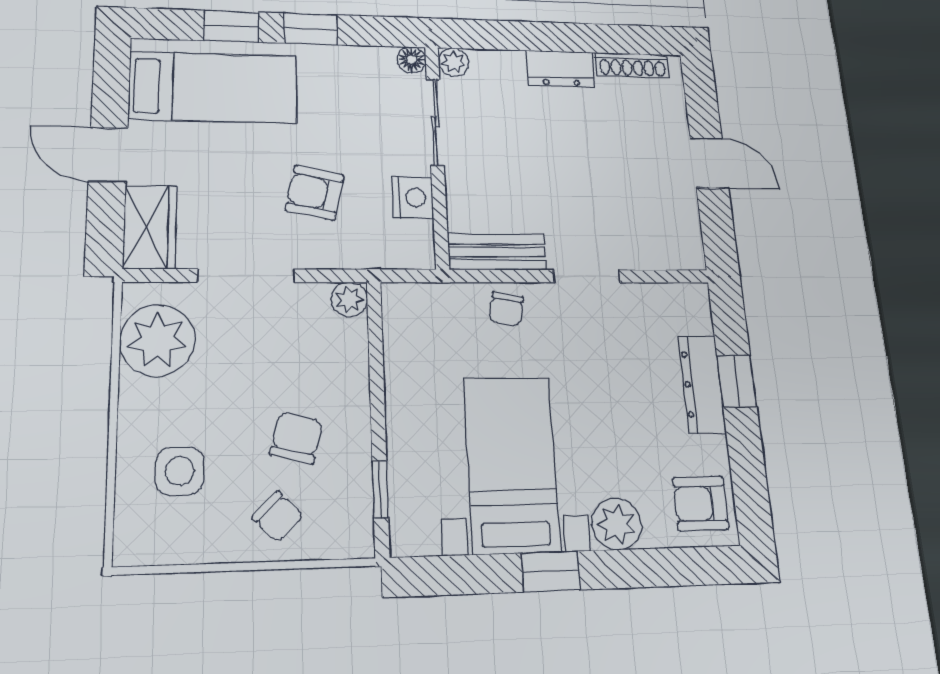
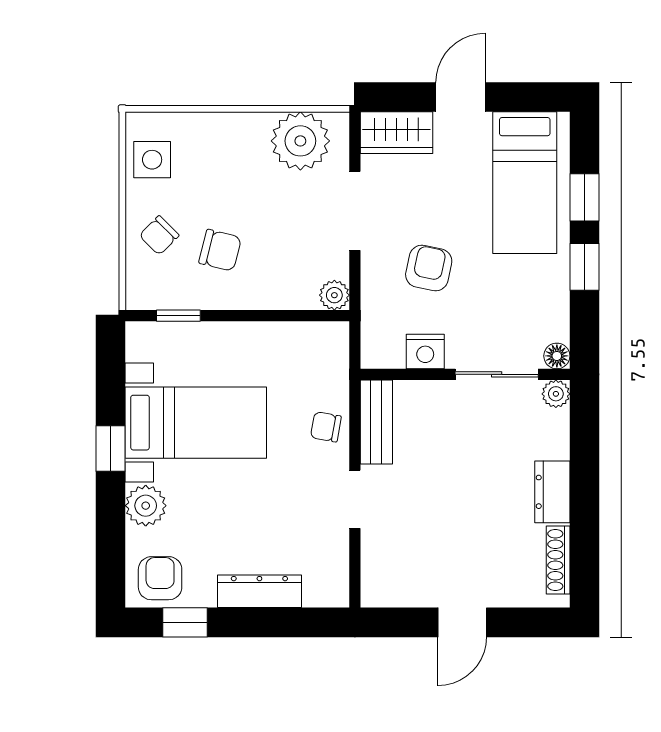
window: (737, 381) -> (185, 622), moved
side table: (180, 471) -> (152, 160), moved

